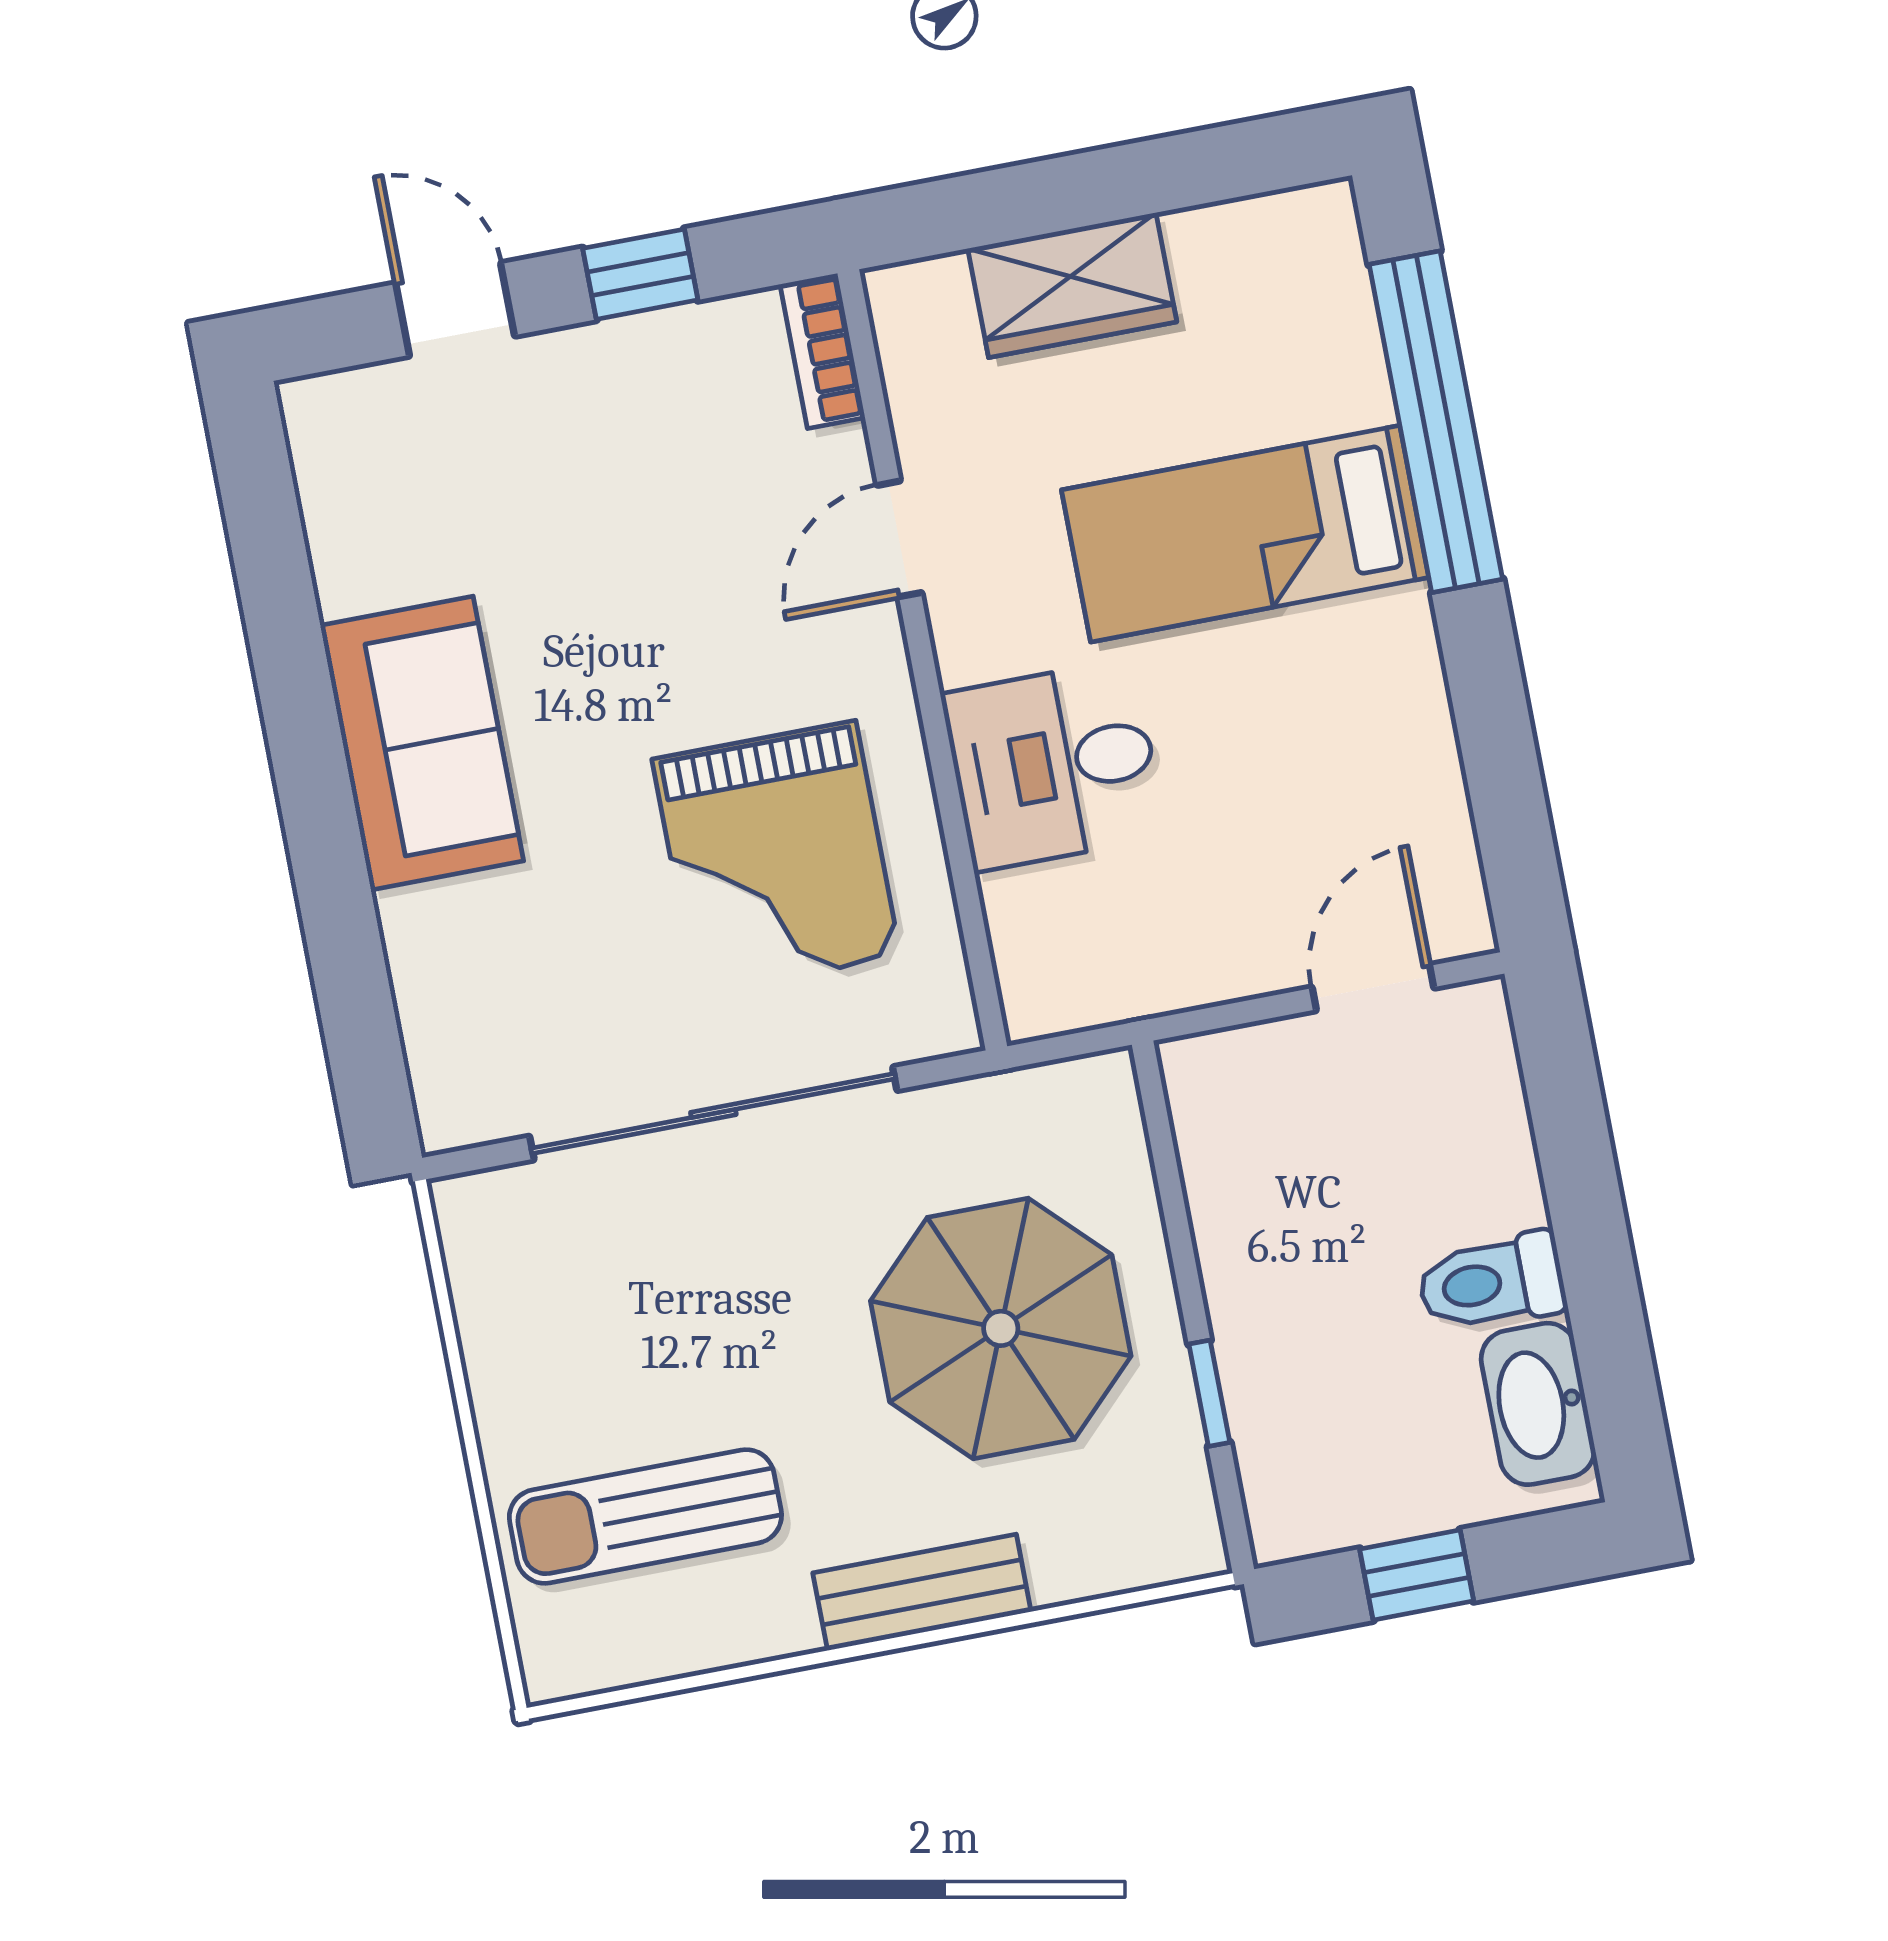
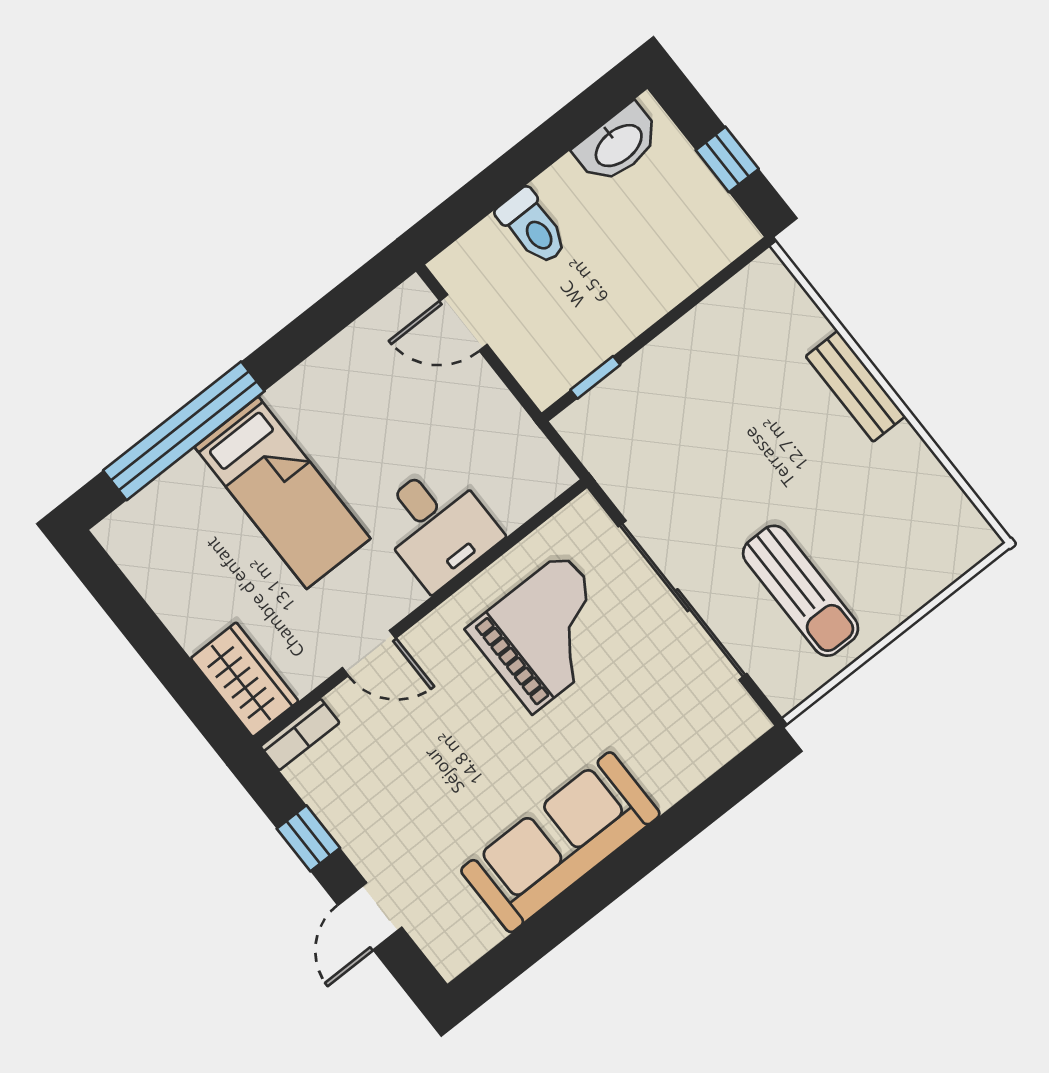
wardrobe: (1072, 285) -> (245, 680), moved
sofa: (422, 743) -> (560, 842), width x1.36
toilet: (1491, 1282) -> (533, 227), moved
parasol: (1001, 1328) -> (713, 414), removed
window: (1209, 1393) -> (595, 377), moved
sun lounger: (645, 1516) -> (801, 591), moved

